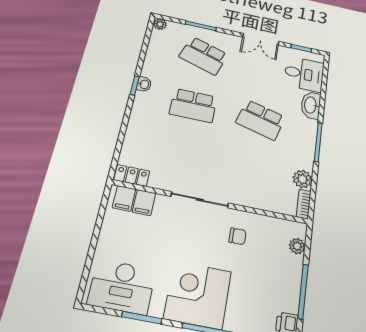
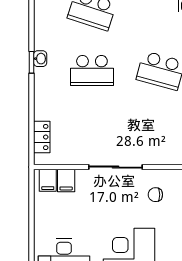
locker: (132, 175) -> (42, 137), moved, turned 90
chair: (238, 236) -> (155, 195), turned 180

